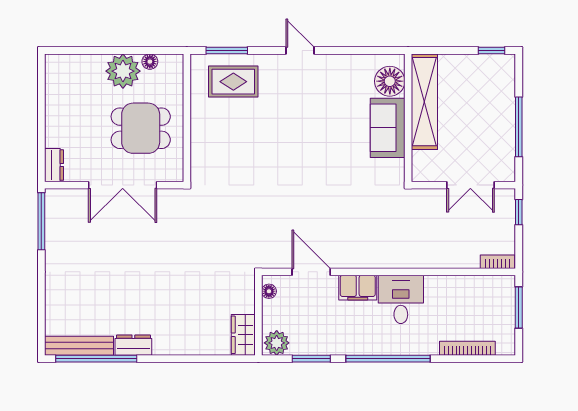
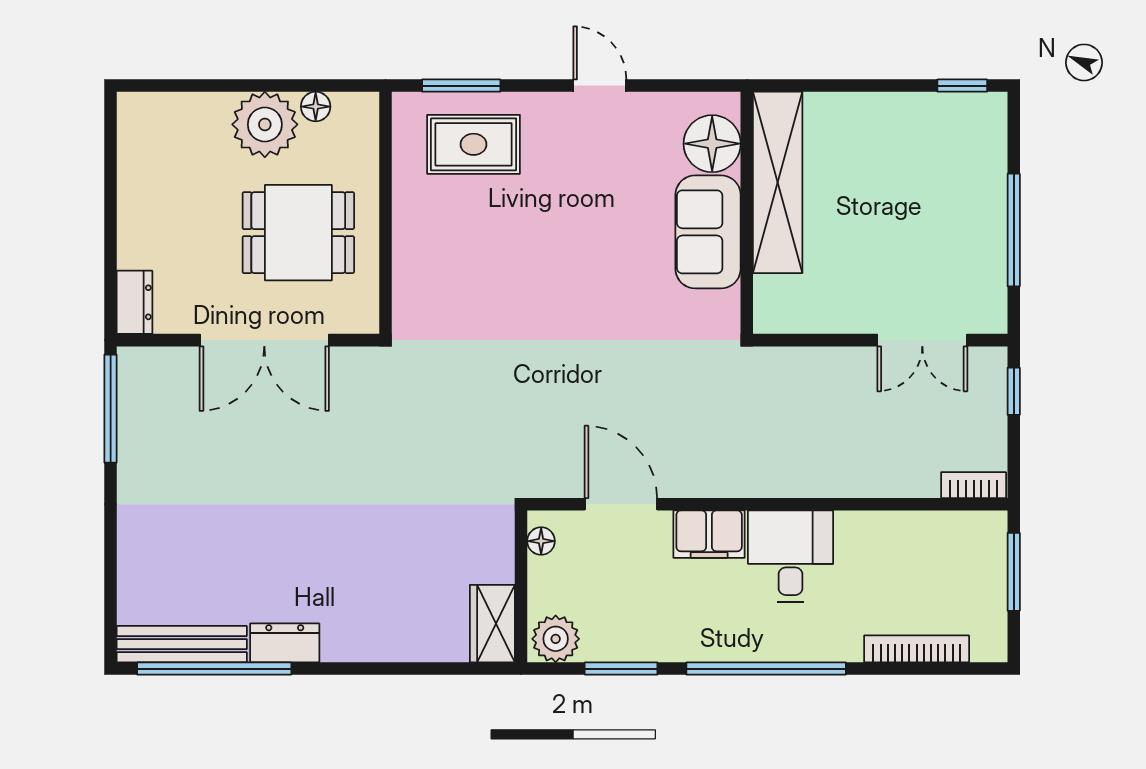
floor lamp: (390, 81) -> (712, 144), moved
shelving: (424, 102) -> (778, 182), moved
wall: (408, 118) -> (747, 213), moved
sofa: (388, 128) -> (708, 232), moved

